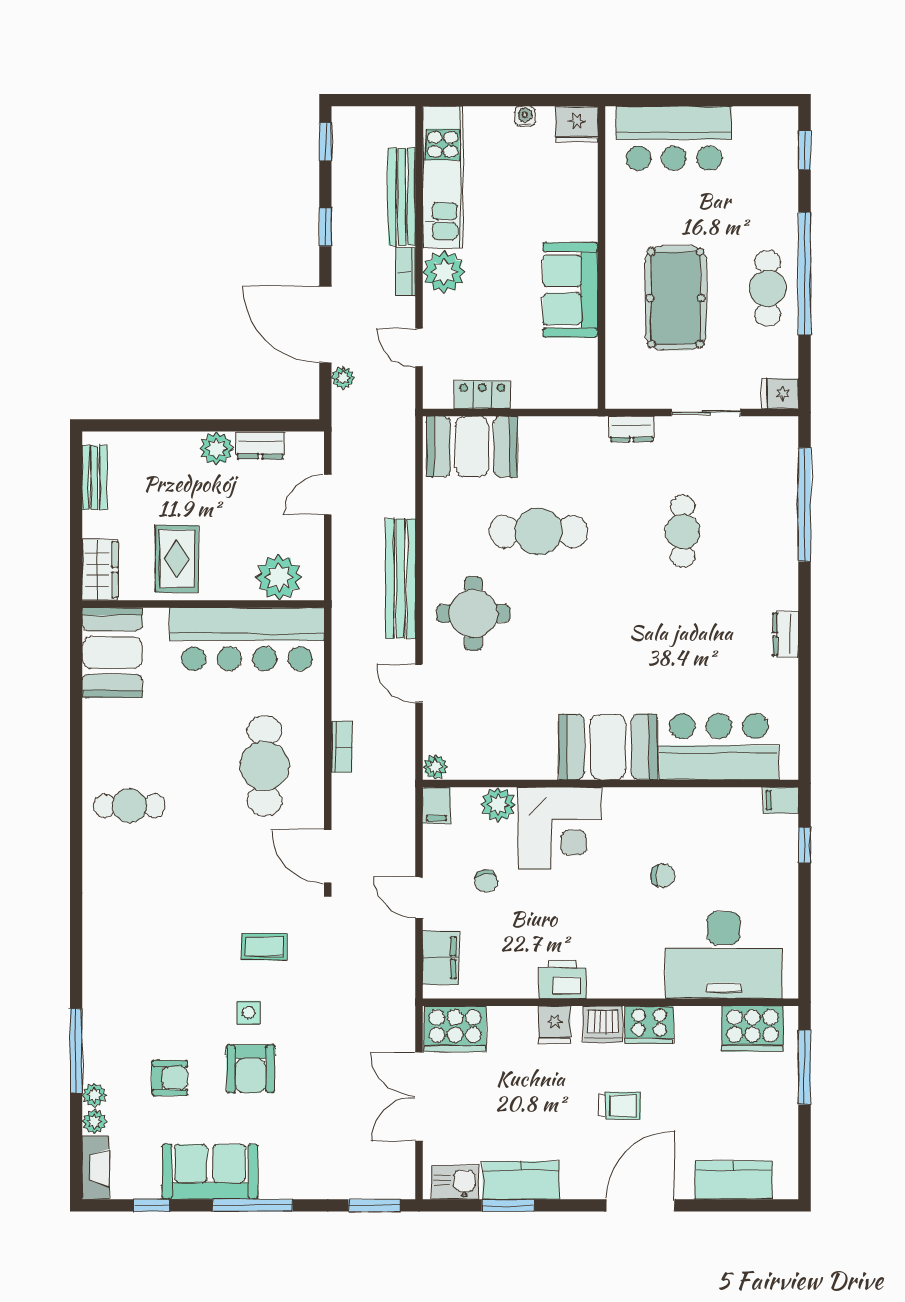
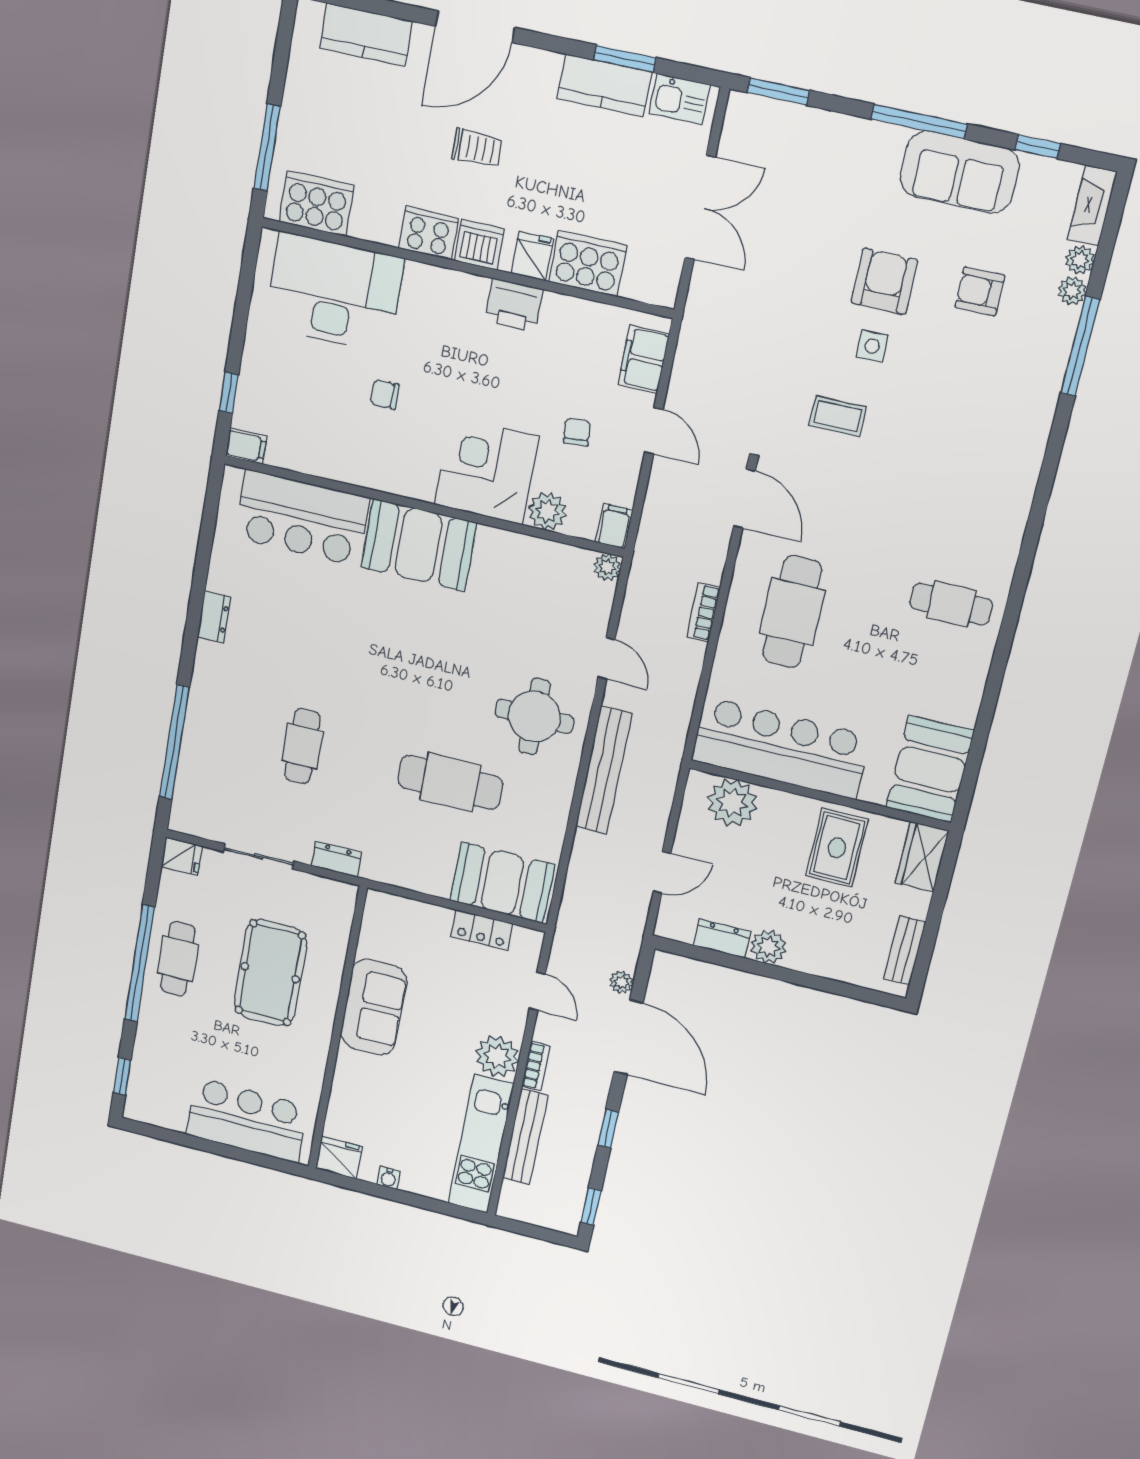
cooker: (455, 1029) -> (588, 264), moved
trolley: (620, 1106) -> (477, 148), turned 180

